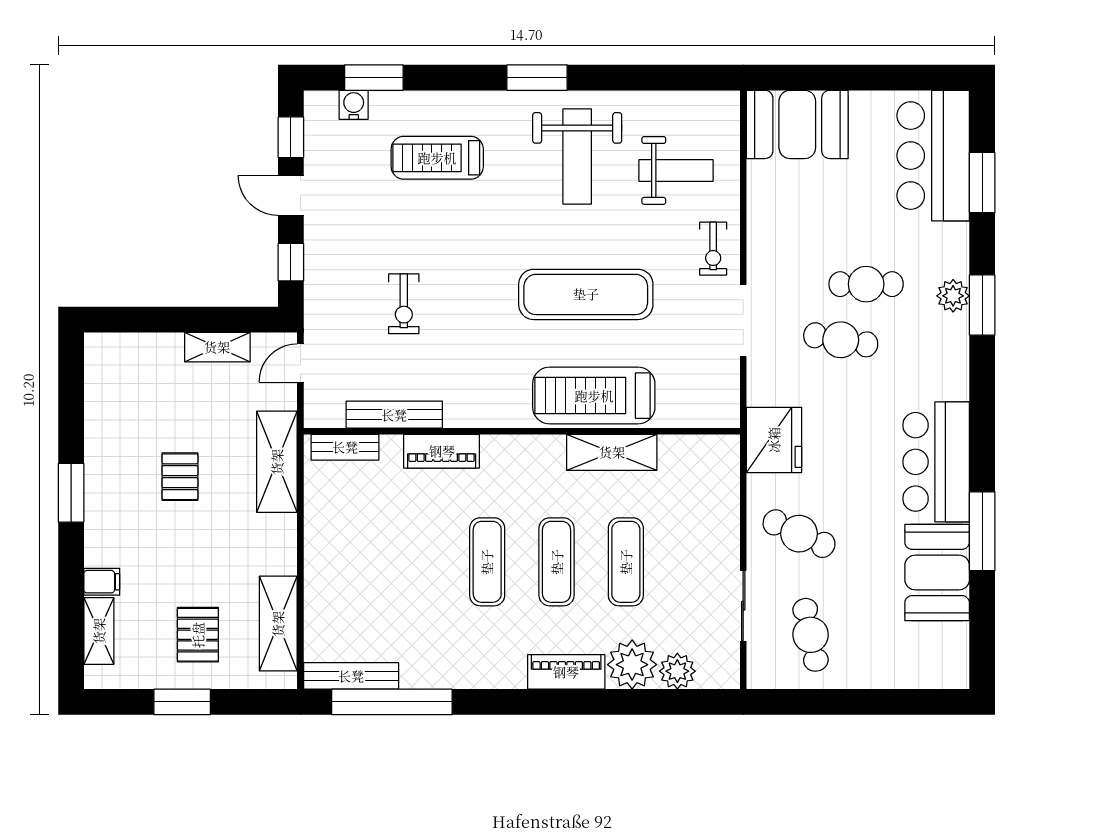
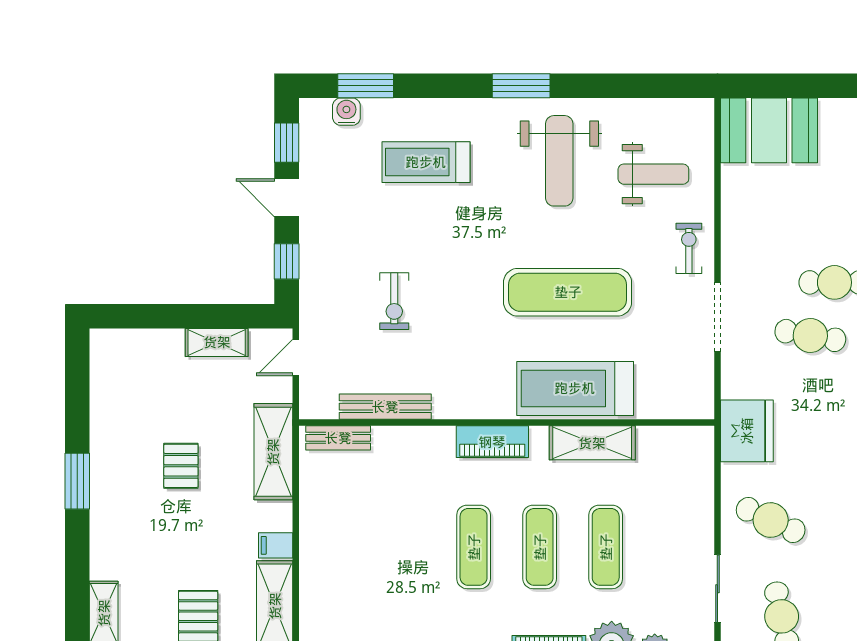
exercise bike: (713, 249) -> (689, 248), turned 180
piano: (442, 451) -> (492, 442), moved
filing cabinet: (102, 582) -> (276, 545), moved, turned 180

